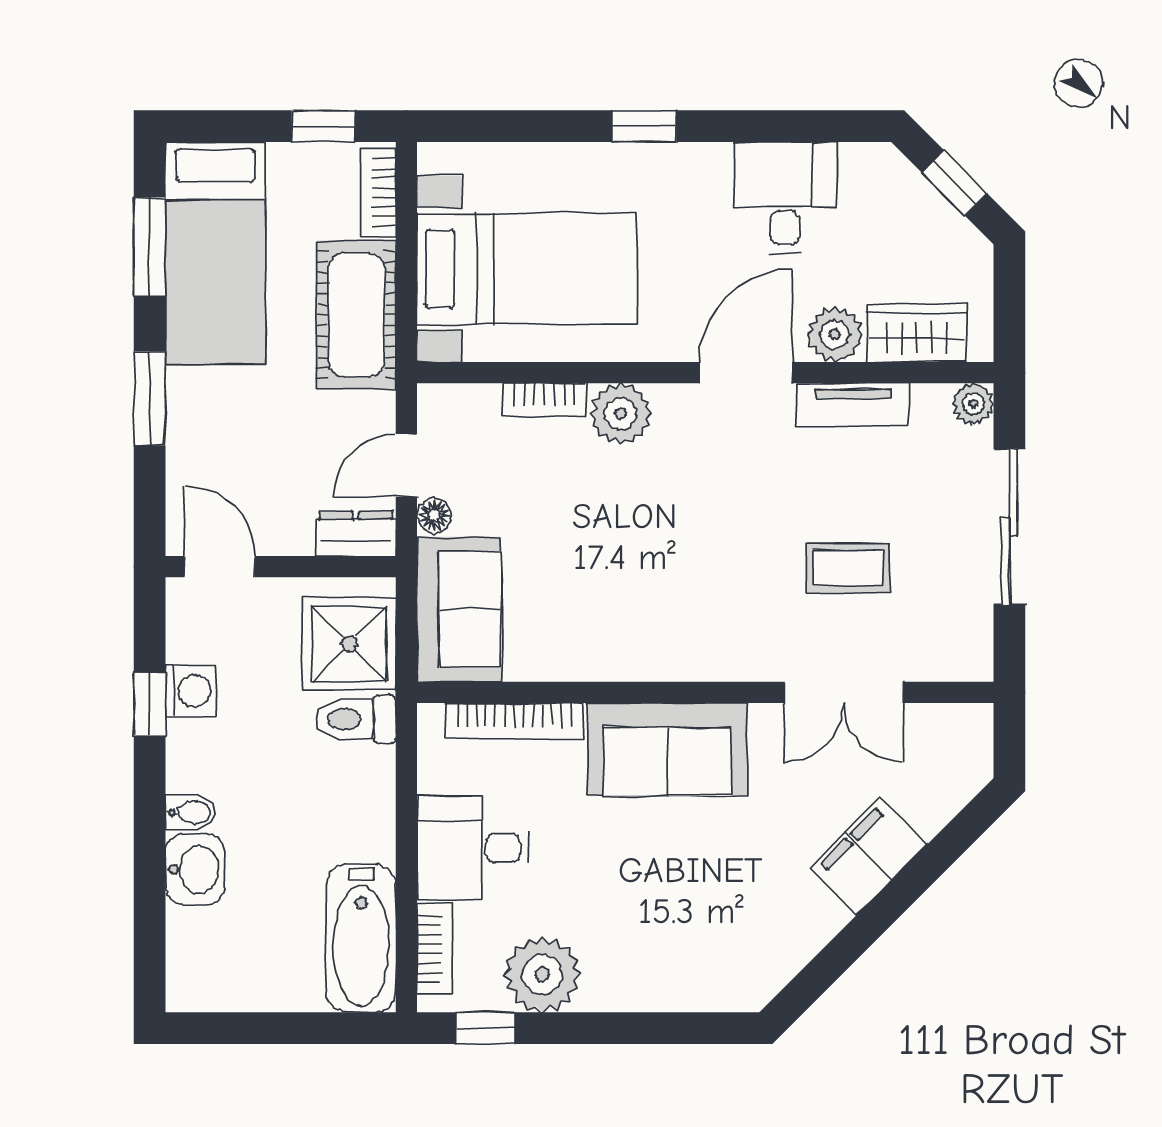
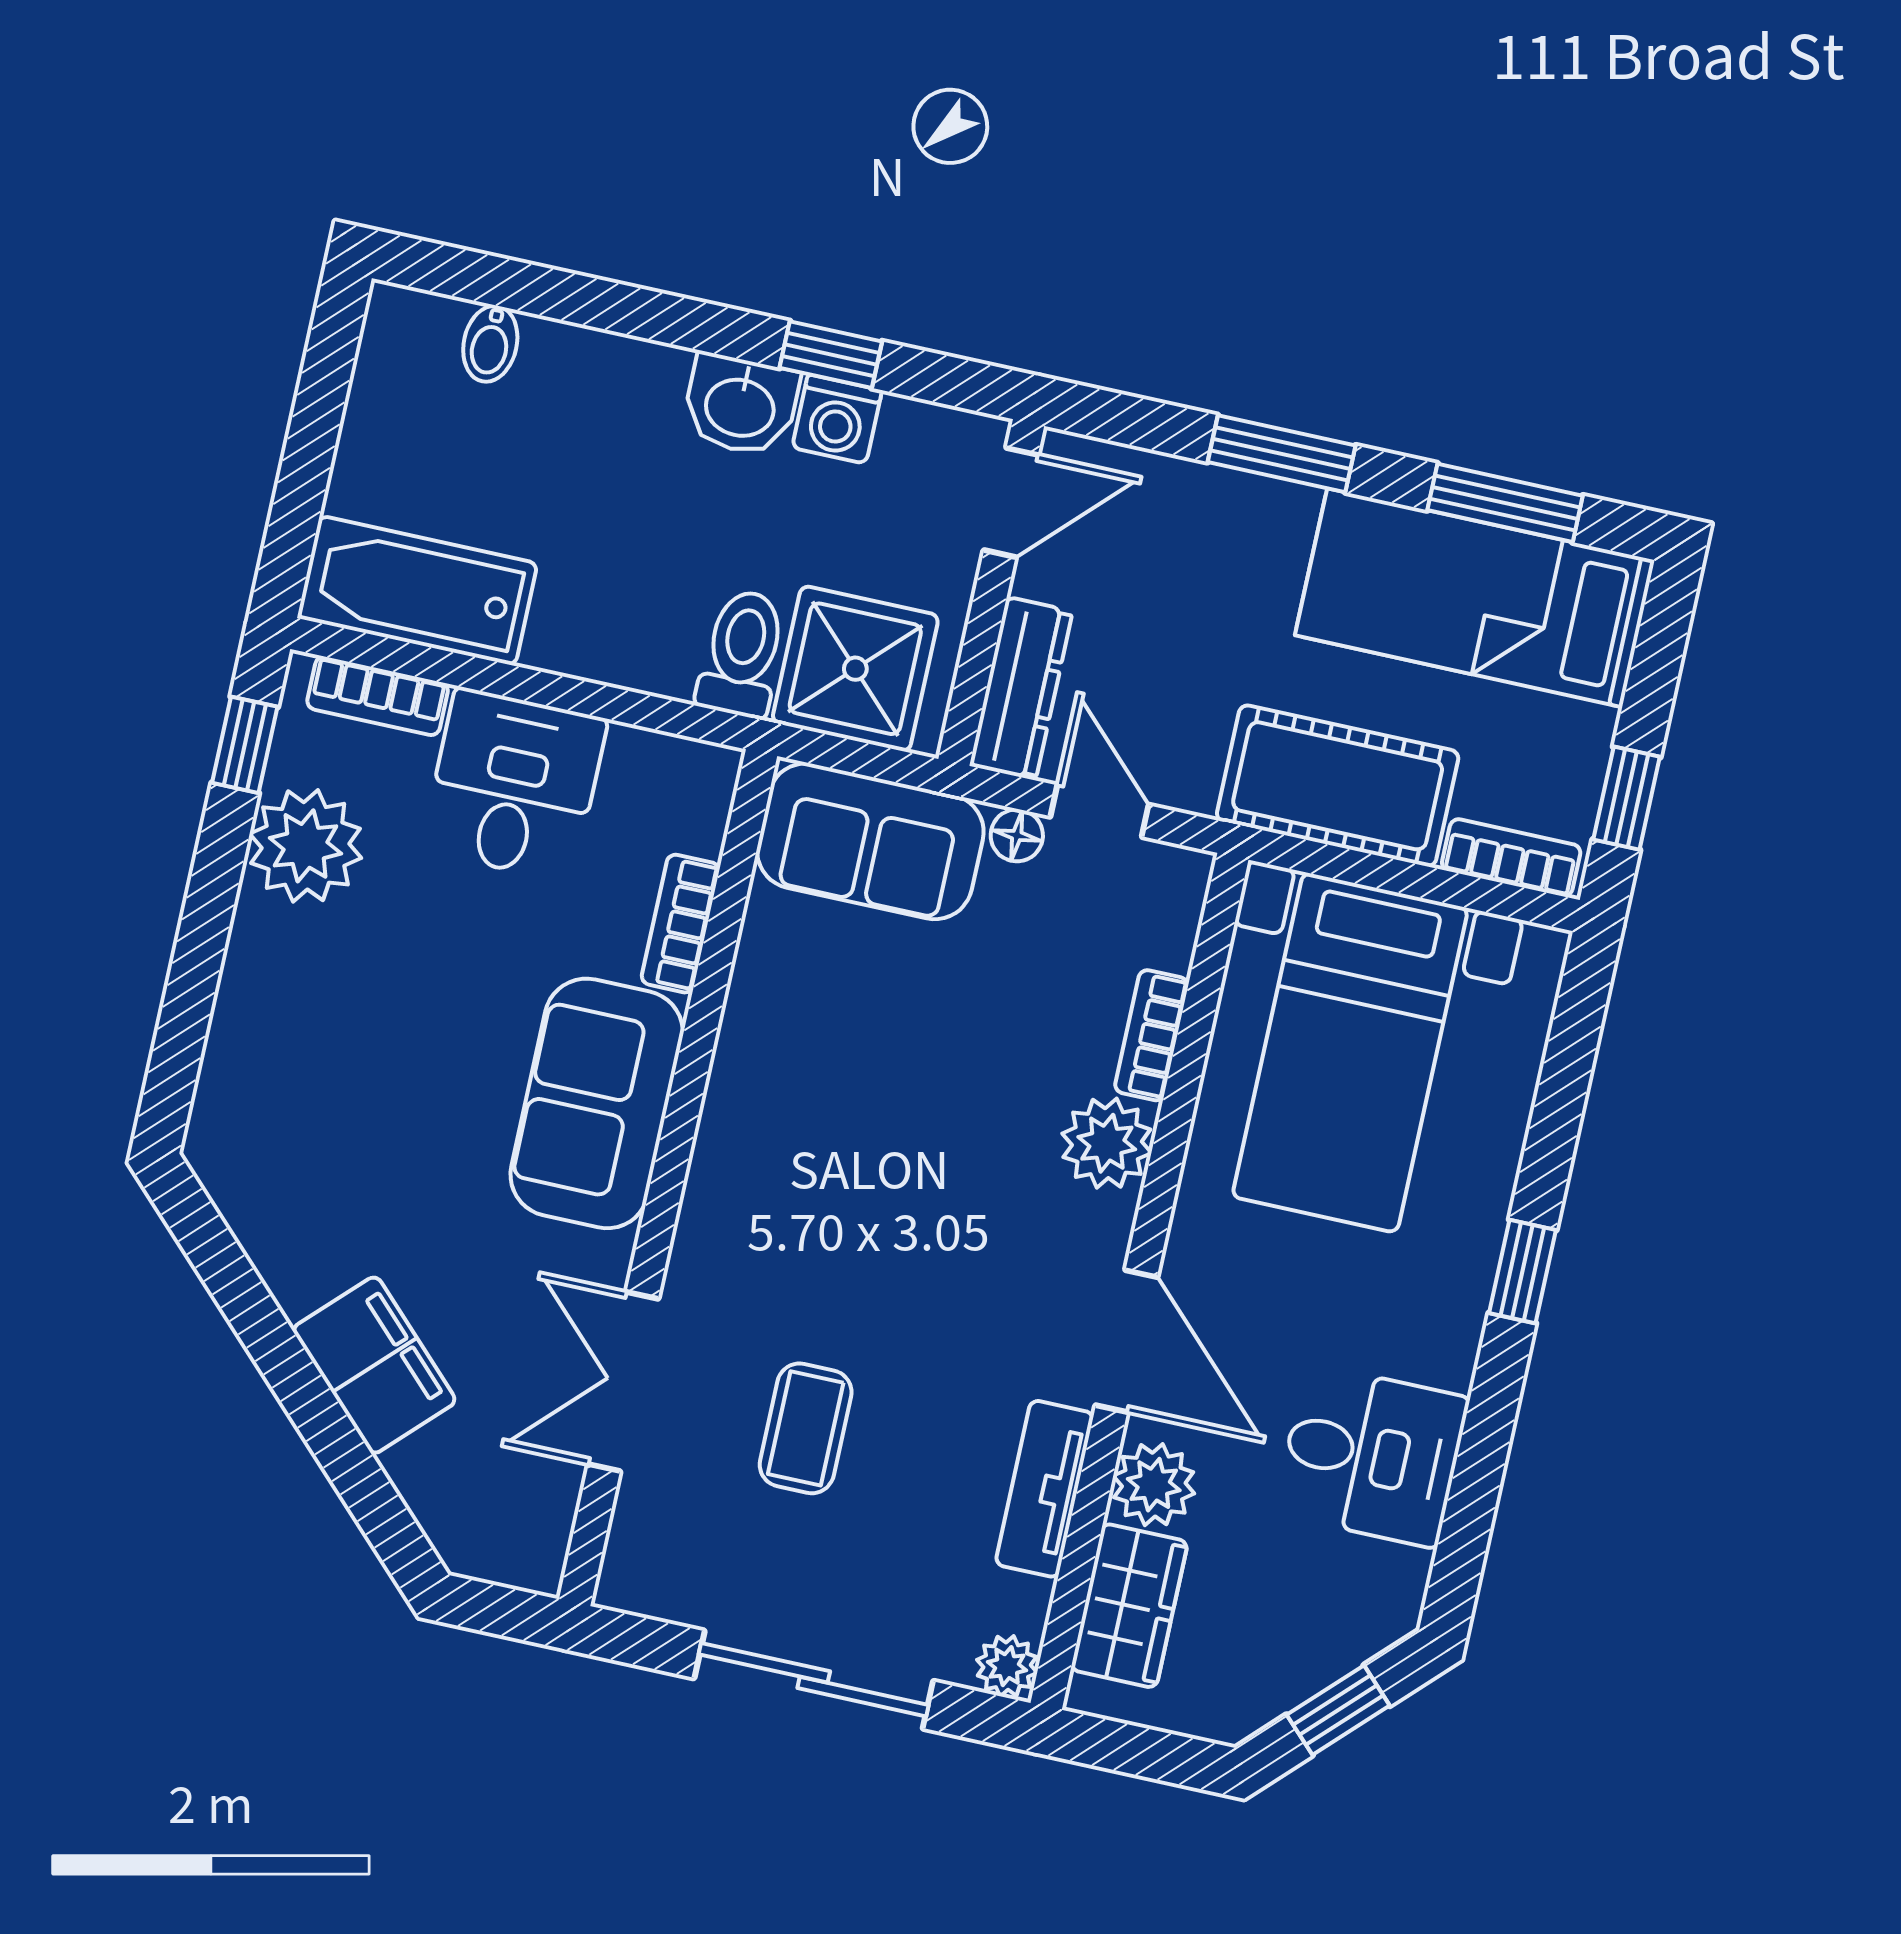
dresser: (356, 534) -> (1021, 688), width x1.44
bookcase: (514, 721) -> (681, 924), width x0.64
bidet: (191, 813) -> (490, 344), moved
washbasin: (195, 869) -> (740, 405), moved

